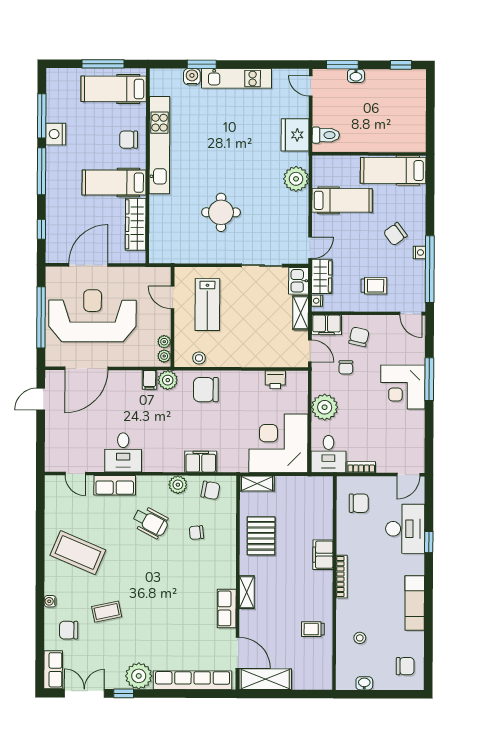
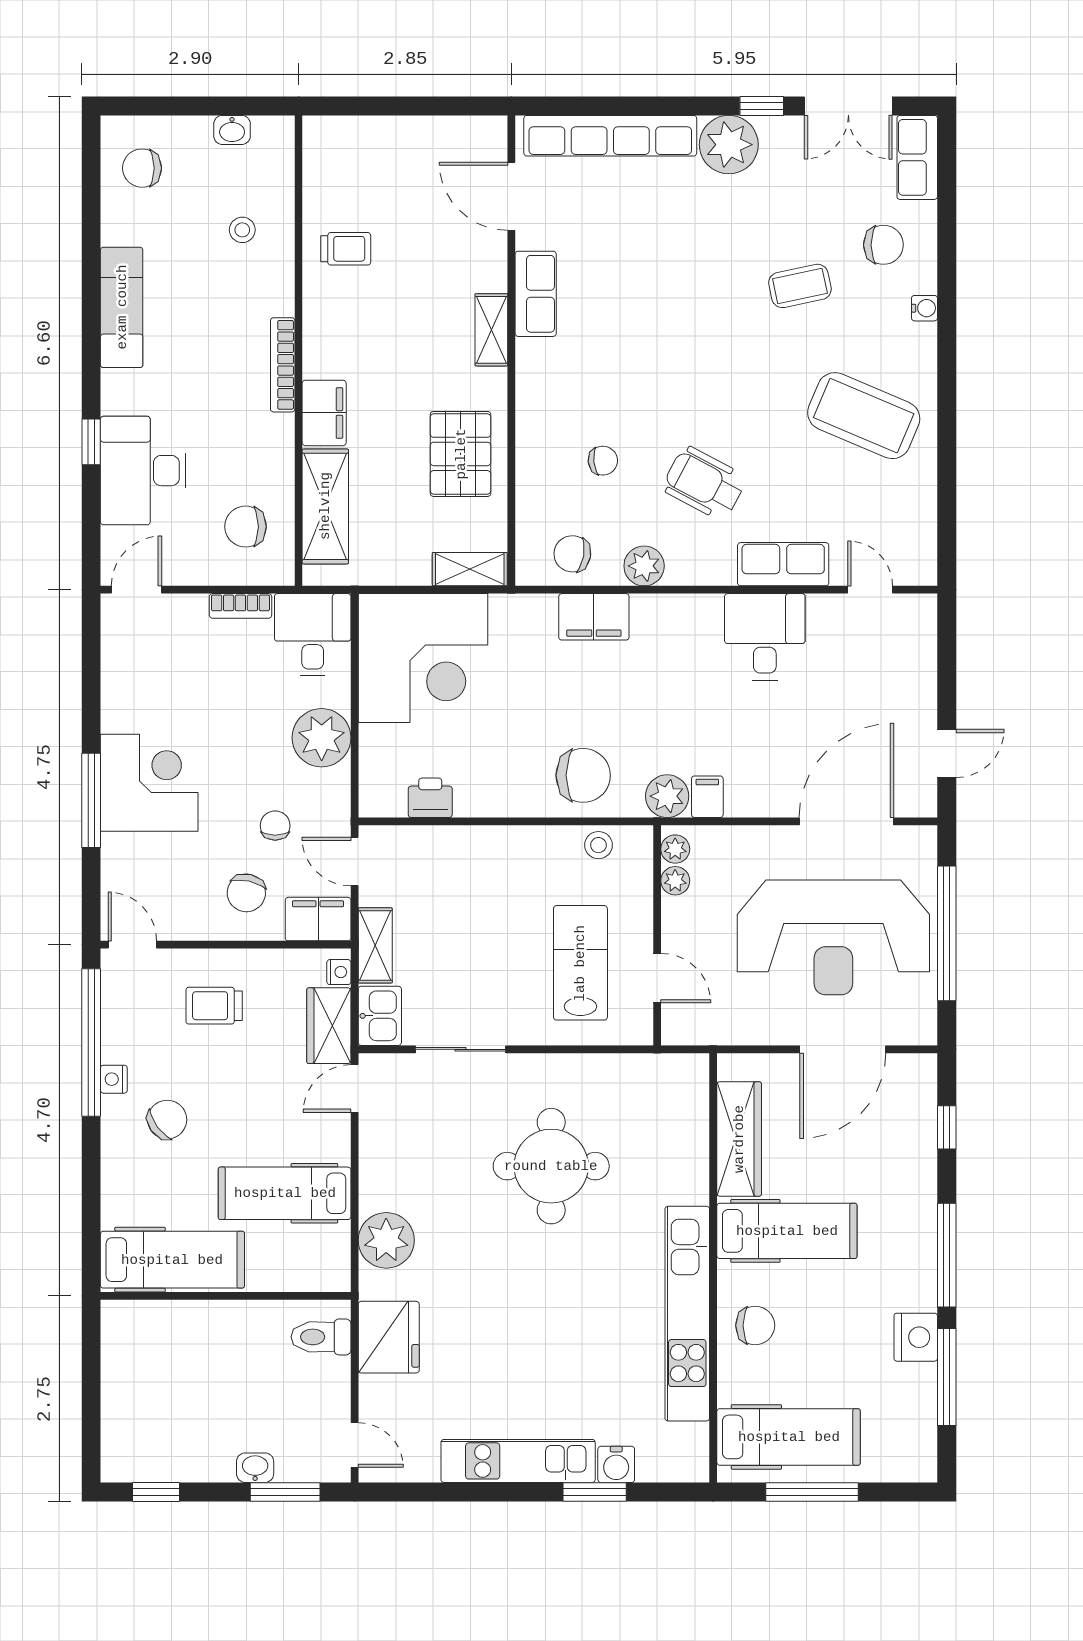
round table: (221, 212) -> (551, 1166), width x1.36, depth x1.36
shelving: (265, 679) -> (325, 506), moved, turned 90

